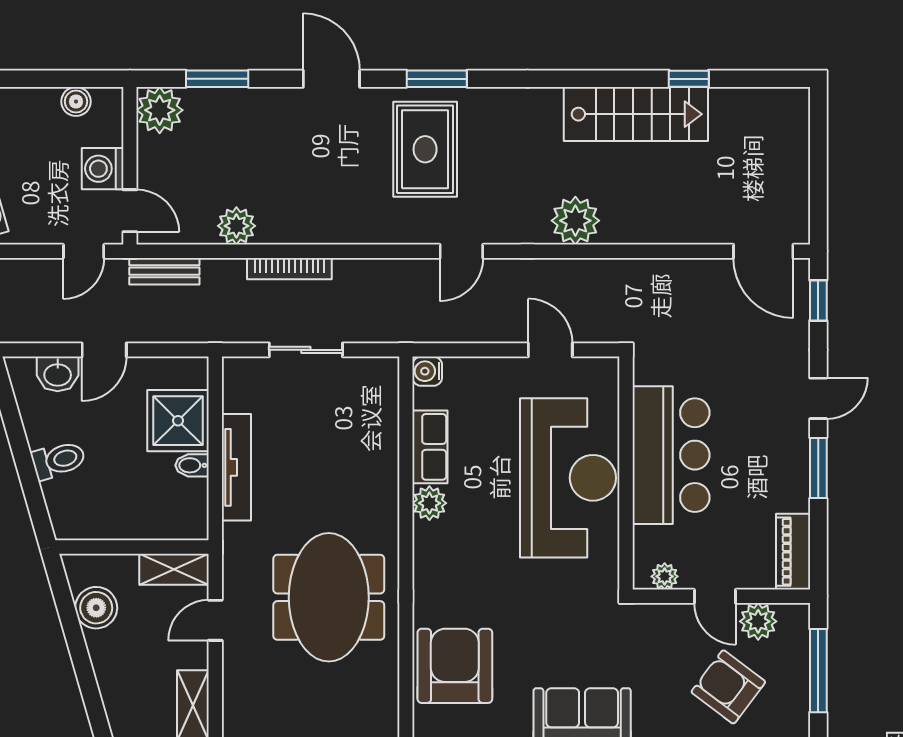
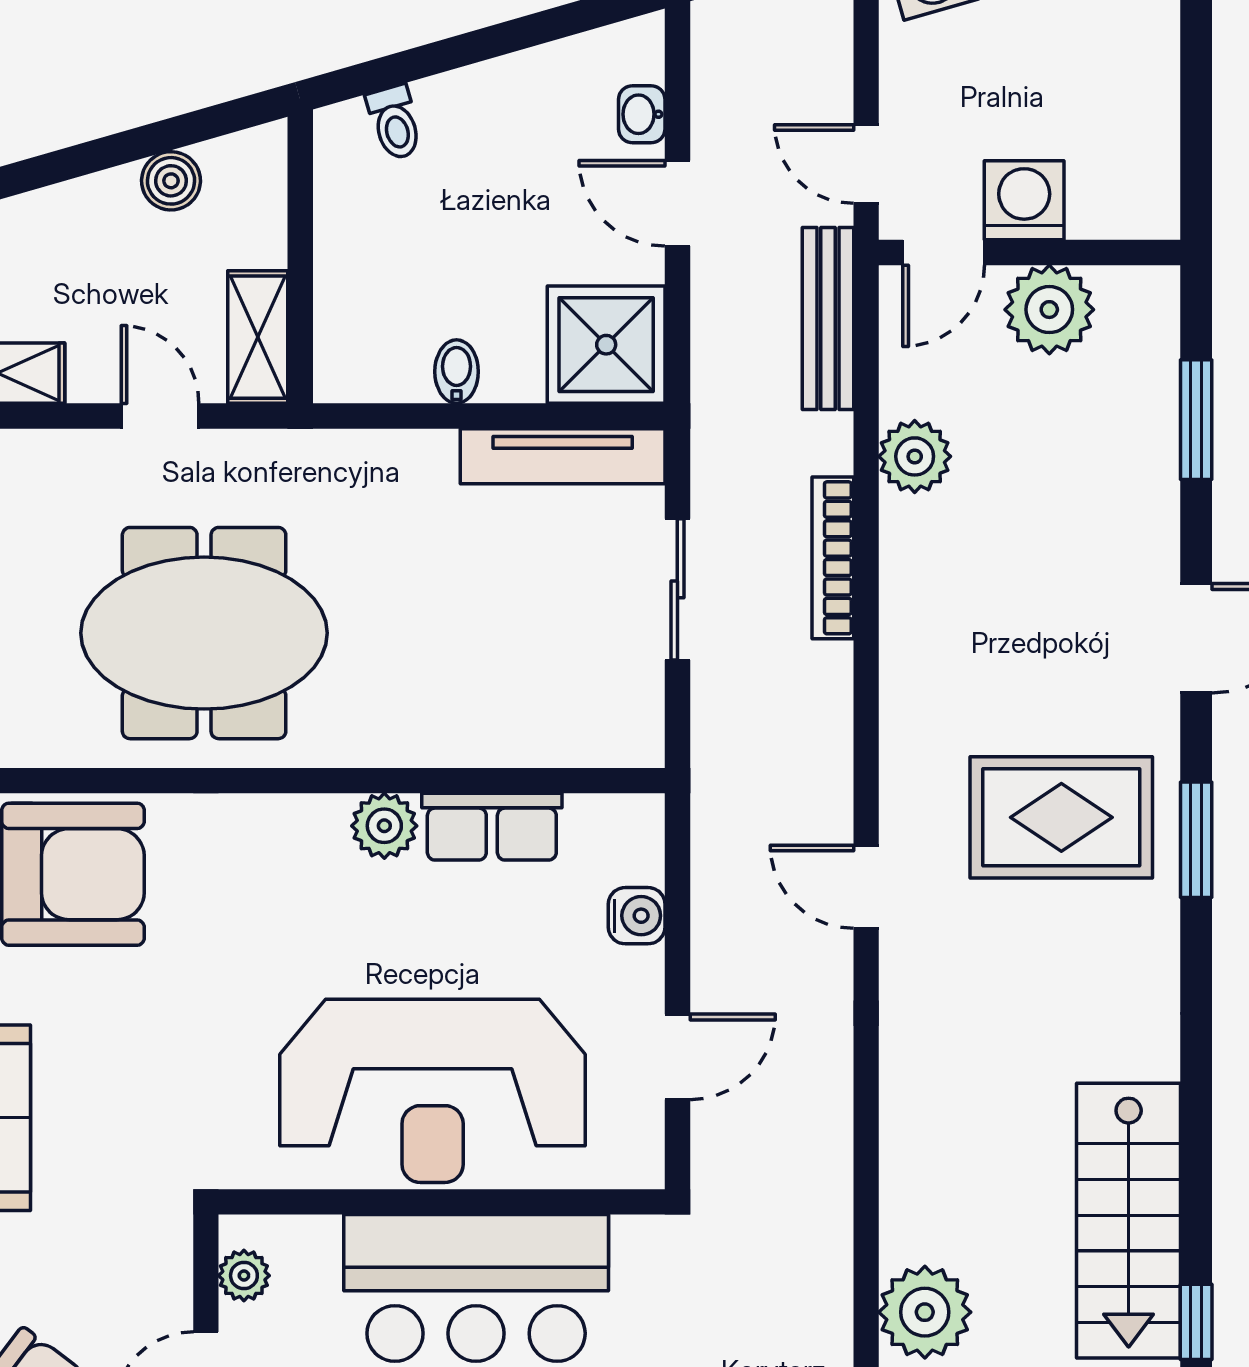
boiler: (76, 102) -> (1153, 149), removed
plant: (160, 110) -> (1049, 310), moved
plant: (575, 221) -> (925, 1312), moved
bench: (164, 271) -> (828, 319), width x1.36
water cooler: (427, 371) -> (637, 916), moved, turned 90
washbasin: (58, 374) -> (642, 114), width x0.72, depth x0.69
shower: (178, 421) -> (606, 345), moved
toilet: (58, 460) -> (395, 123), moved, width x0.73, depth x0.72
tv unit: (236, 467) -> (563, 456), moved
boiler: (96, 608) -> (171, 181), width x0.73, depth x0.73

